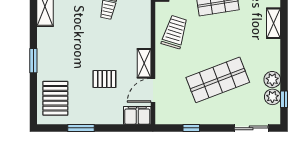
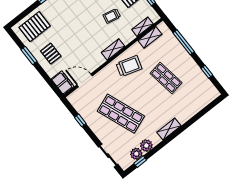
shelving: (274, 23) -> (169, 129), moved
shelving: (144, 63) -> (113, 49), moved
pallet: (104, 79) -> (51, 54), moved

